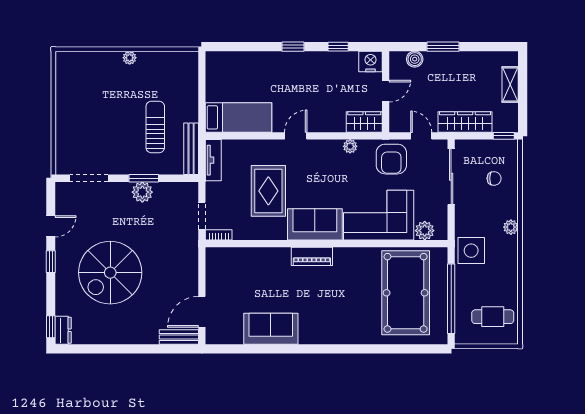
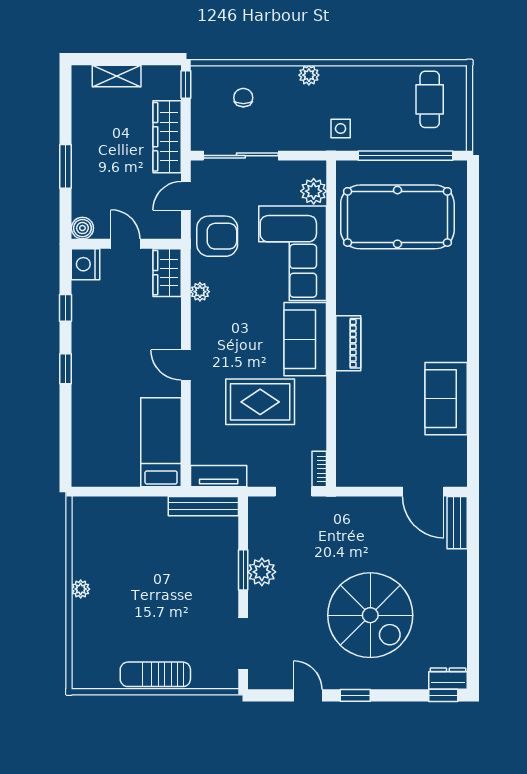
boiler: (415, 59) -> (82, 228), moved
sun lounger: (155, 127) -> (155, 674), moved
side table: (471, 251) -> (341, 129), width x0.54, depth x0.54

